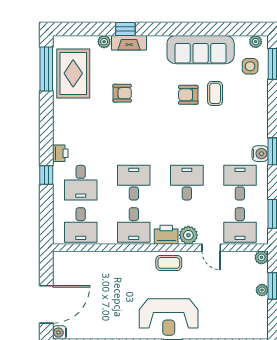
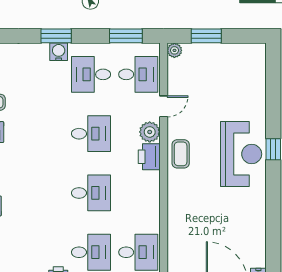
desk: (134, 183) -> (91, 193), turned 180
desk: (187, 183) -> (91, 134), turned 180
desk: (134, 225) -> (138, 193), removed
plant: (262, 290) -> (211, 50), removed

